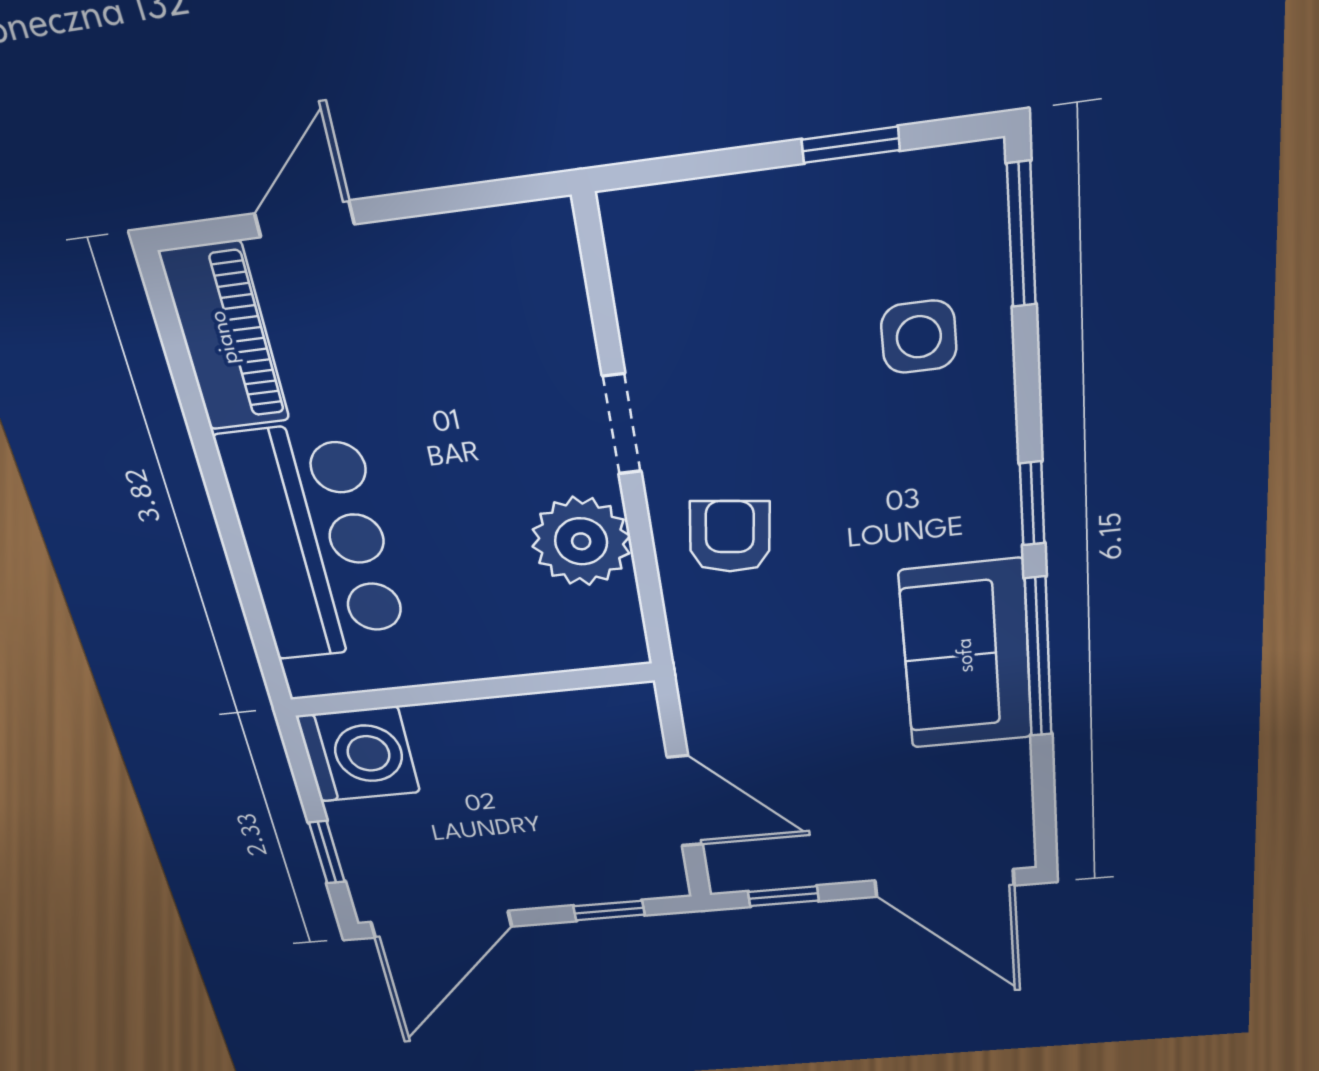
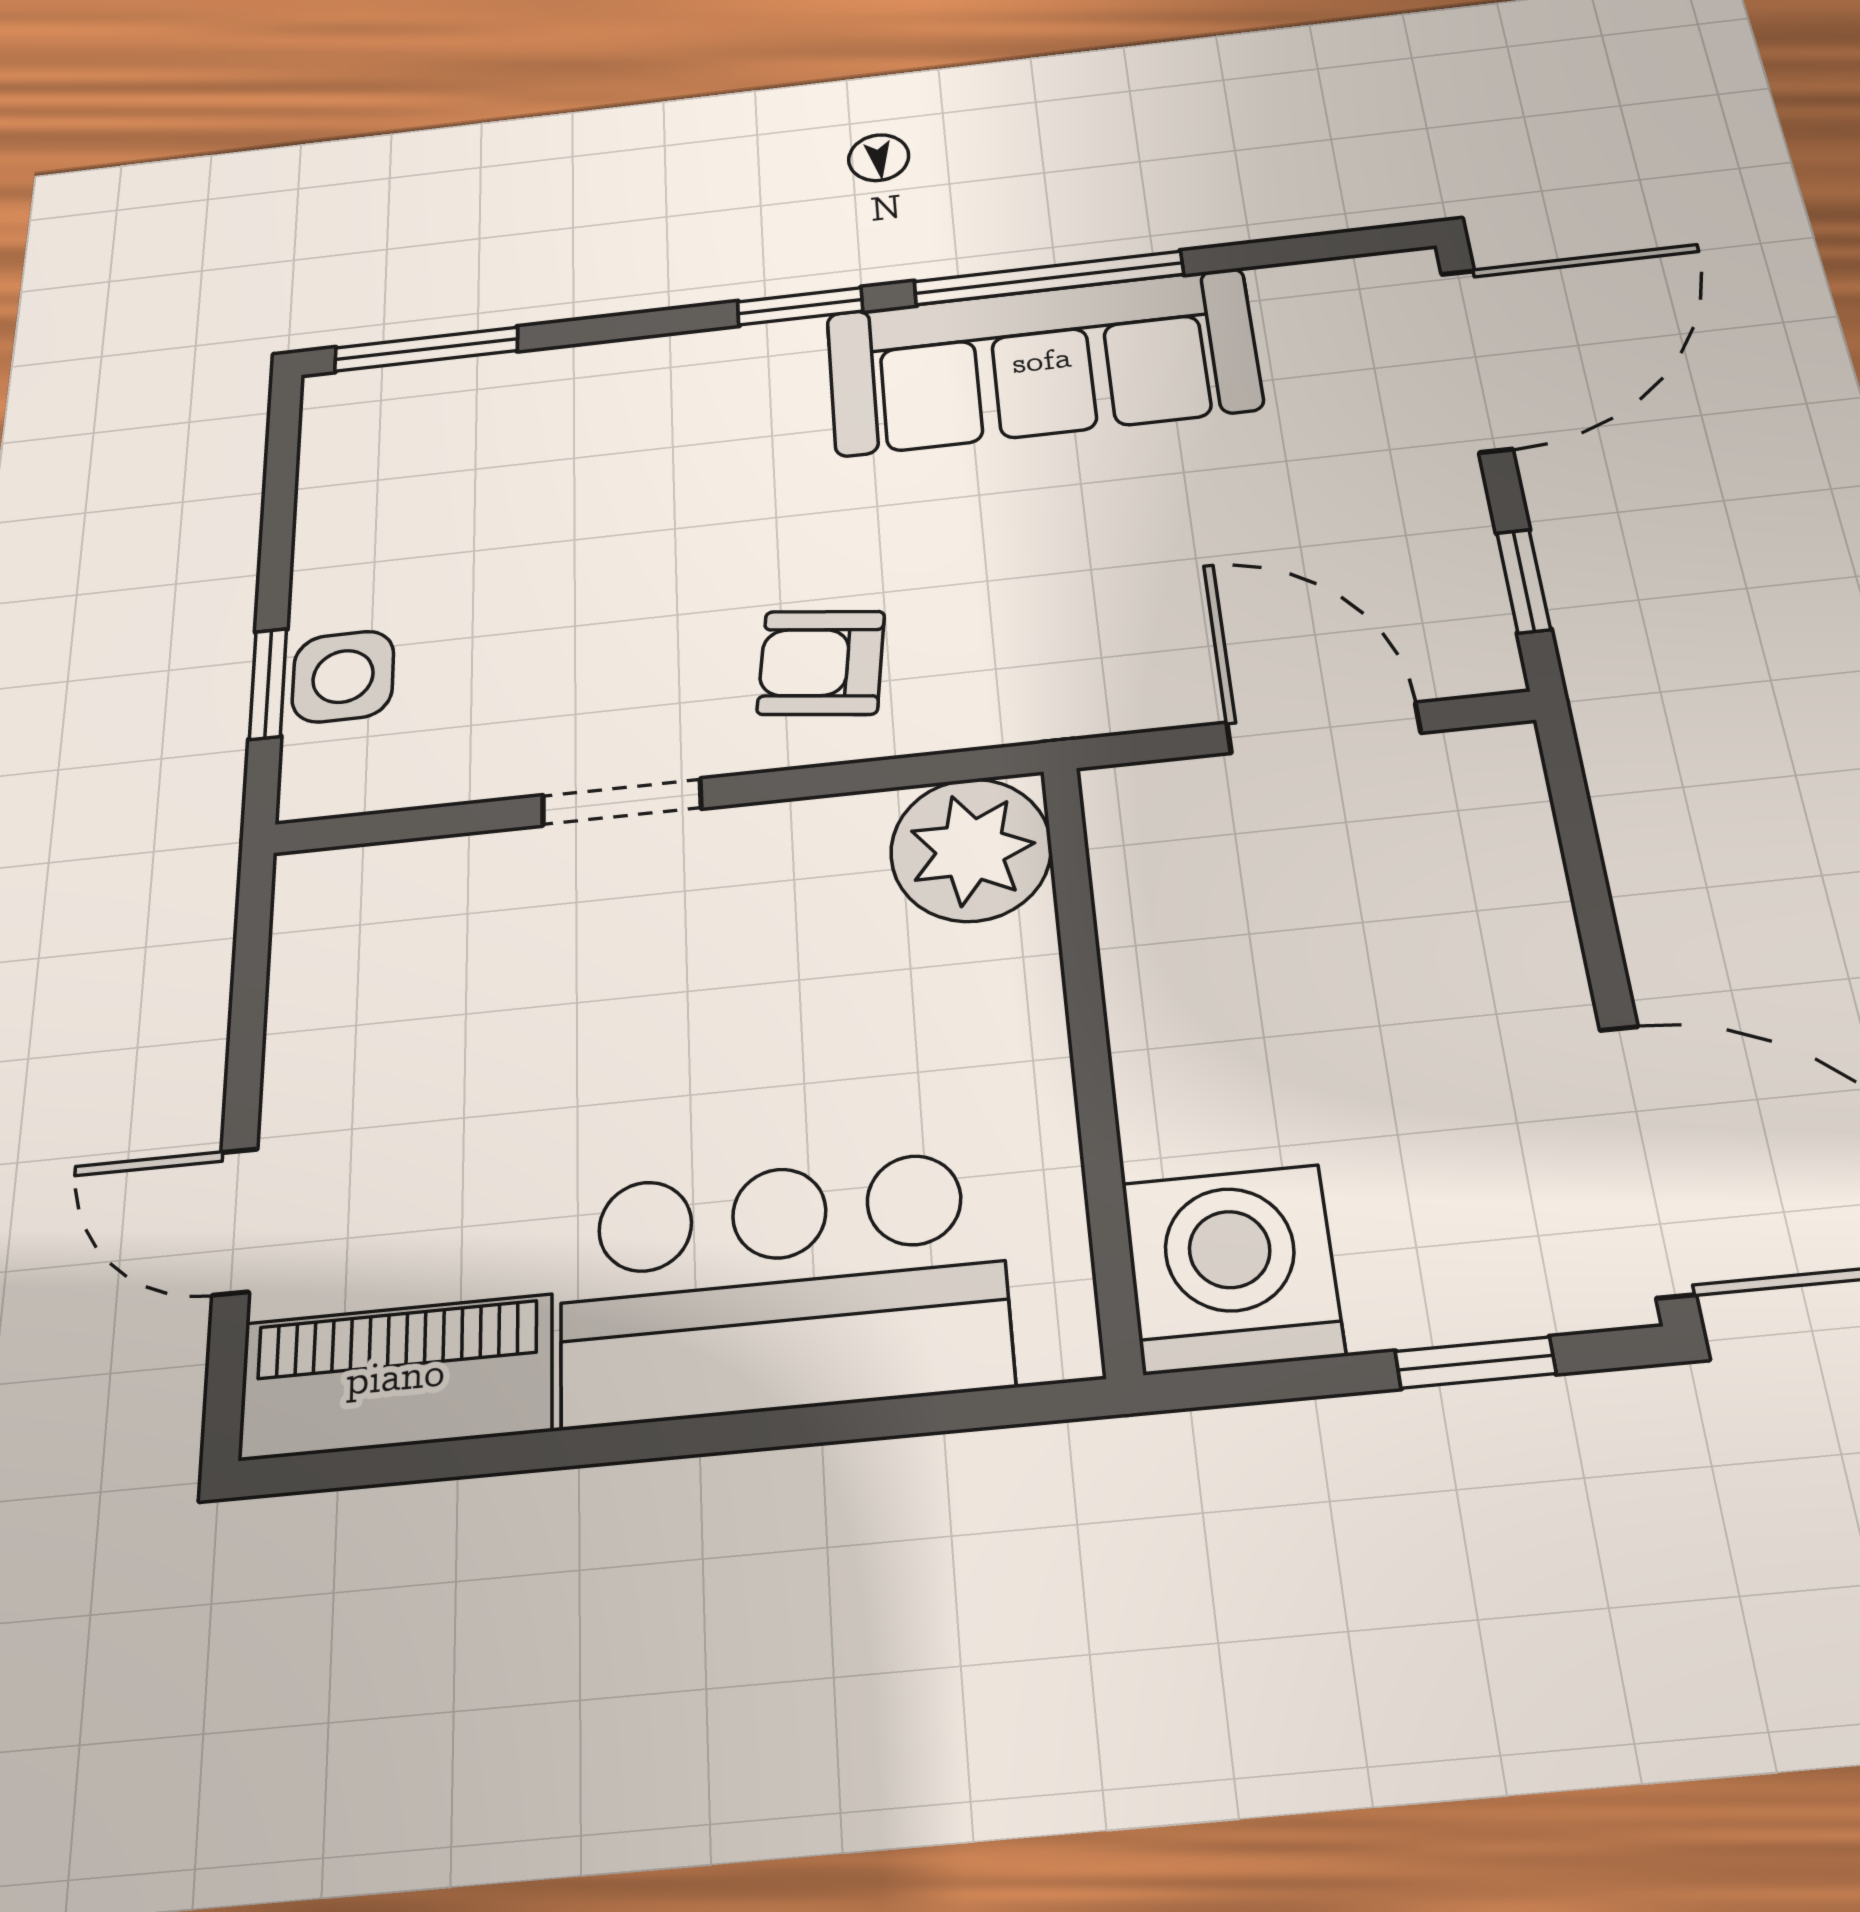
window: (851, 145) -> (268, 684), moved
side table: (919, 337) -> (343, 676), moved
plant: (581, 541) -> (971, 850), moved
sofa: (966, 655) -> (1042, 361), width x1.36
door: (685, 801) -> (1323, 728), hinge flipped
window: (609, 910) -> (1582, 855), removed

